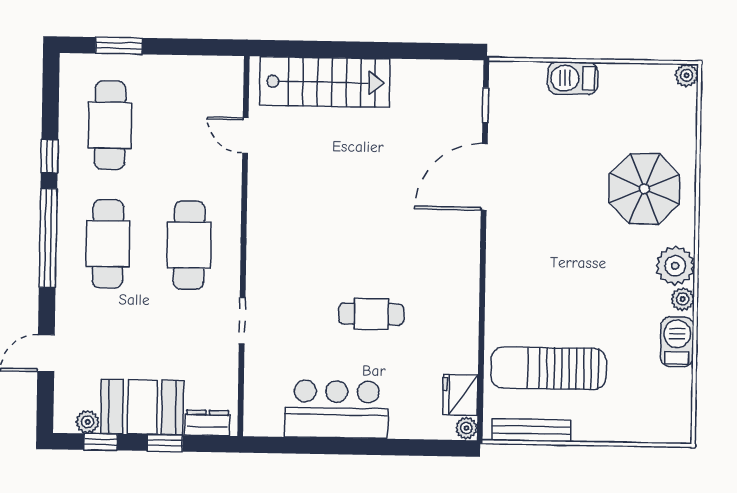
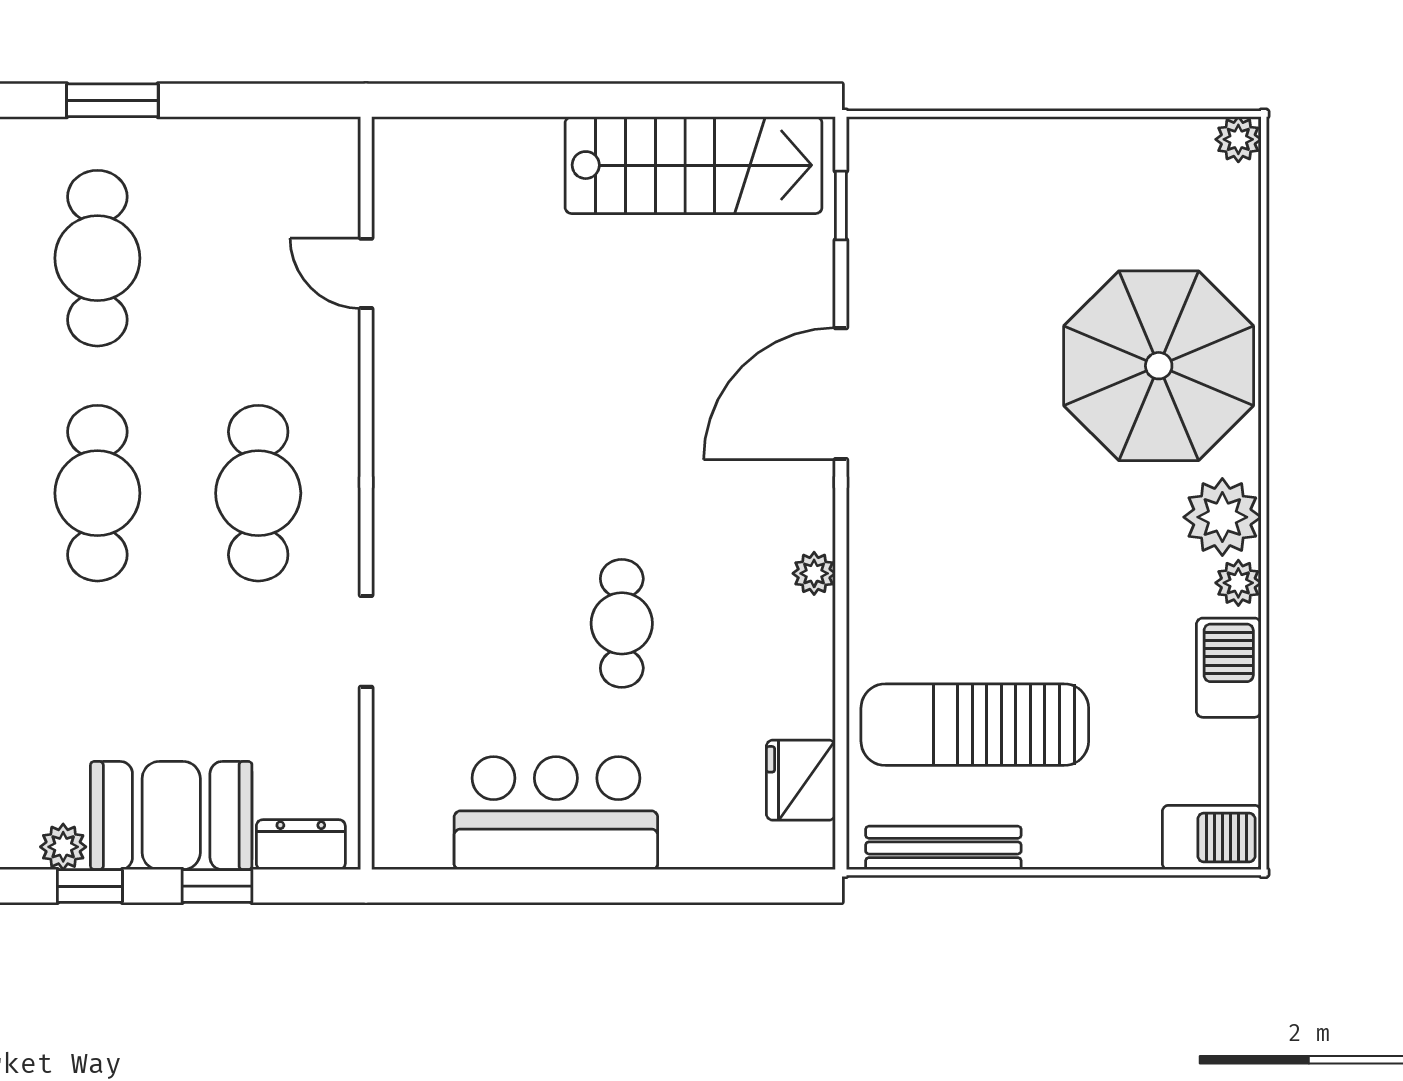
barbecue: (573, 78) -> (1212, 838), moved, turned 180
stairs: (325, 82) -> (694, 165), moved
door: (484, 177) -> (841, 394), moved
parasol: (644, 189) -> (1159, 366), width x1.36, depth x1.36
cafe table: (371, 314) -> (622, 623), turned 90
plant: (466, 428) -> (814, 573), moved

